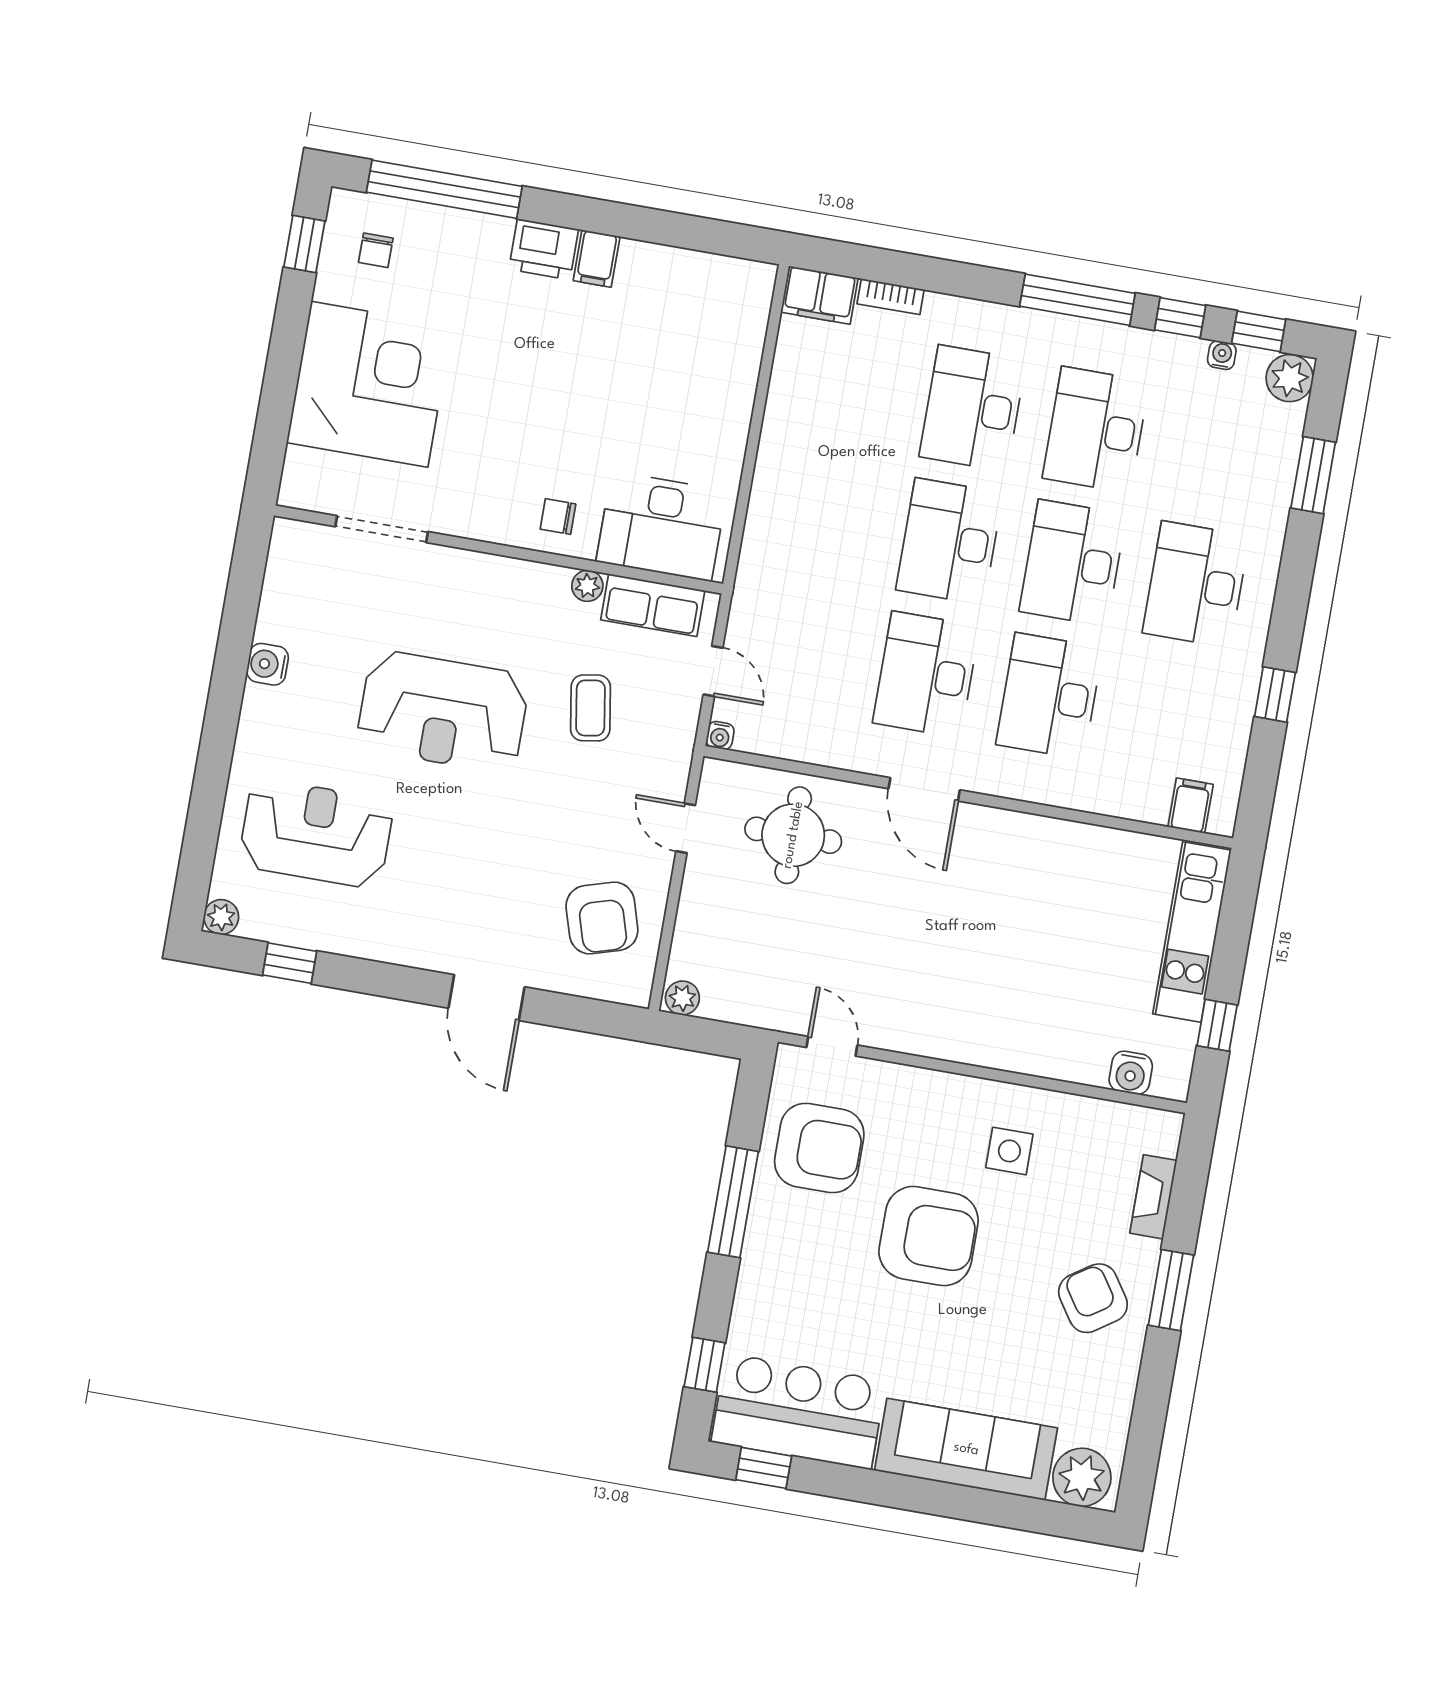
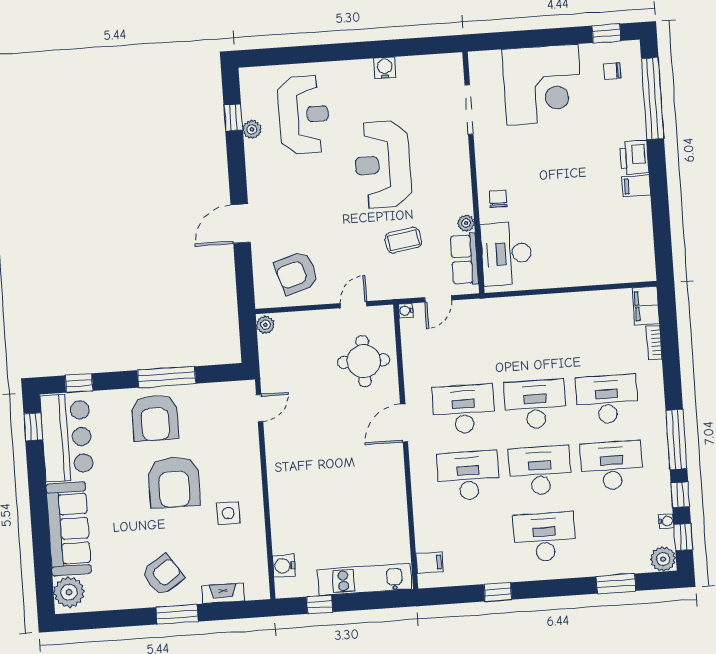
plant: (221, 917) -> (252, 129), moved
armchair: (819, 1148) -> (155, 418), moved

